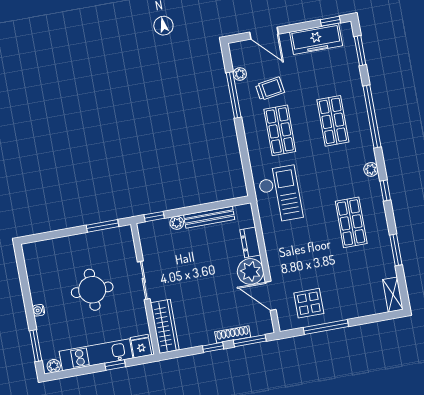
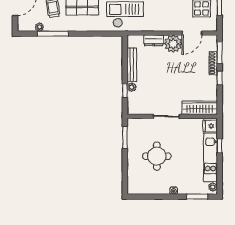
window: (154, 217) -> (125, 91), moved
round table: (92, 290) -> (157, 156), moved

